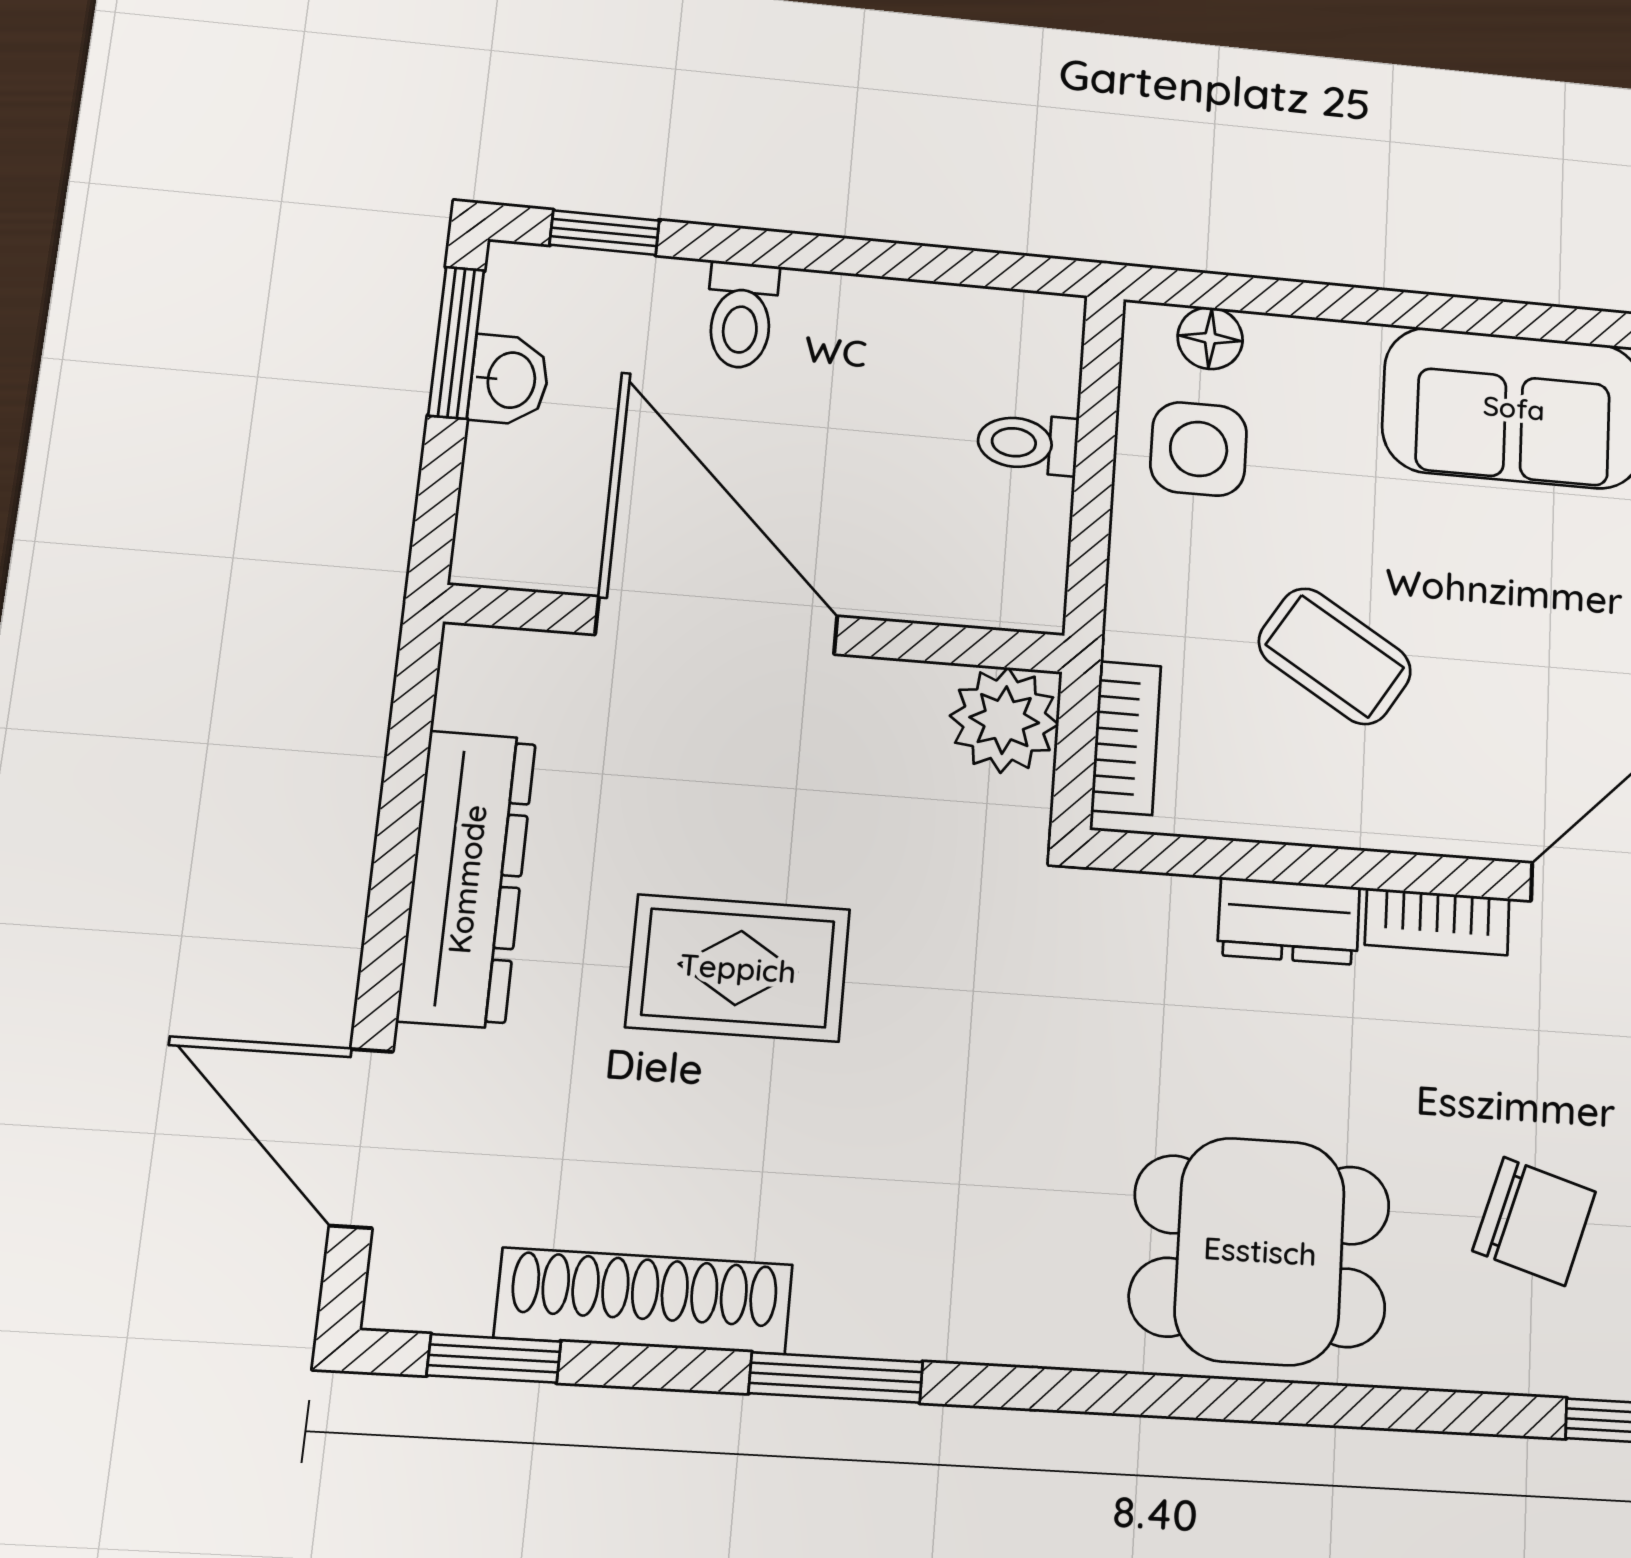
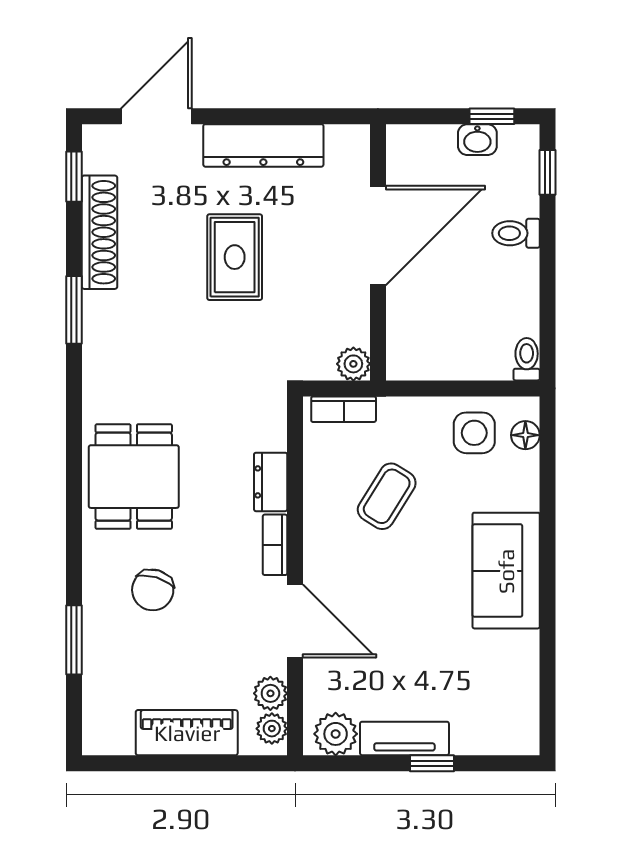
window: (456, 343) -> (492, 116), width x0.67
toilet: (1028, 443) -> (527, 359), moved
plant: (1004, 720) -> (353, 364), width x0.73, depth x0.73

